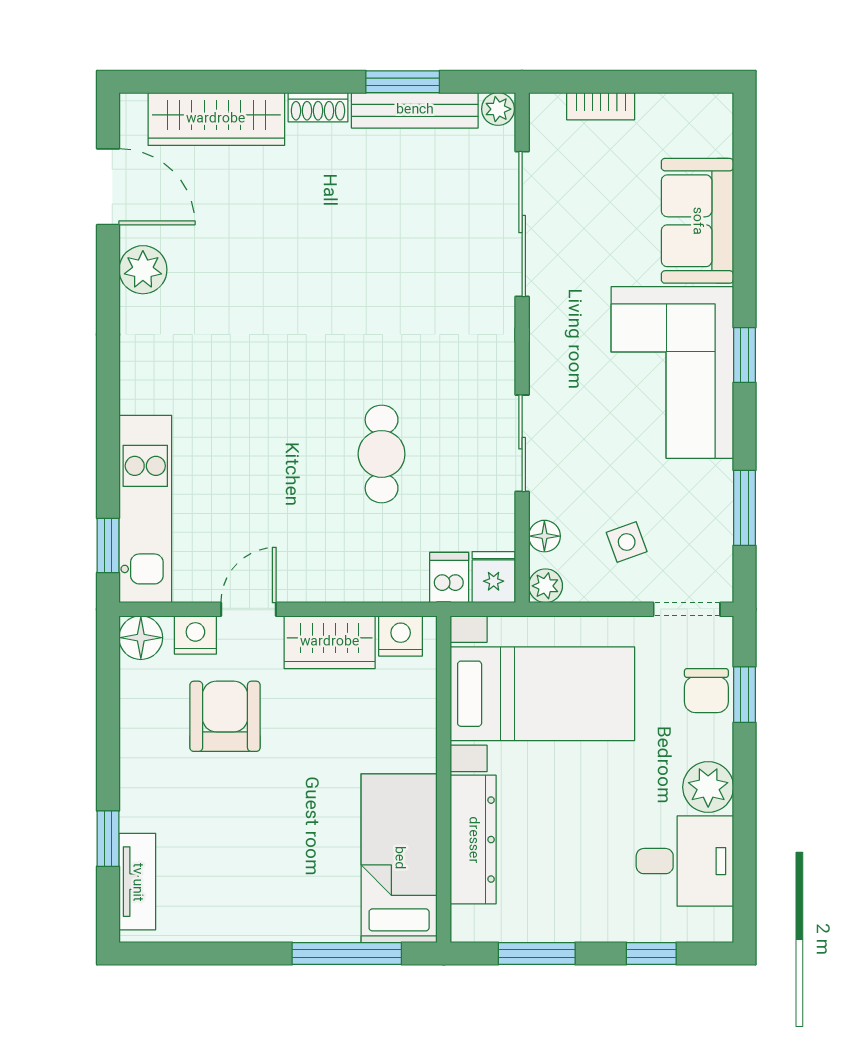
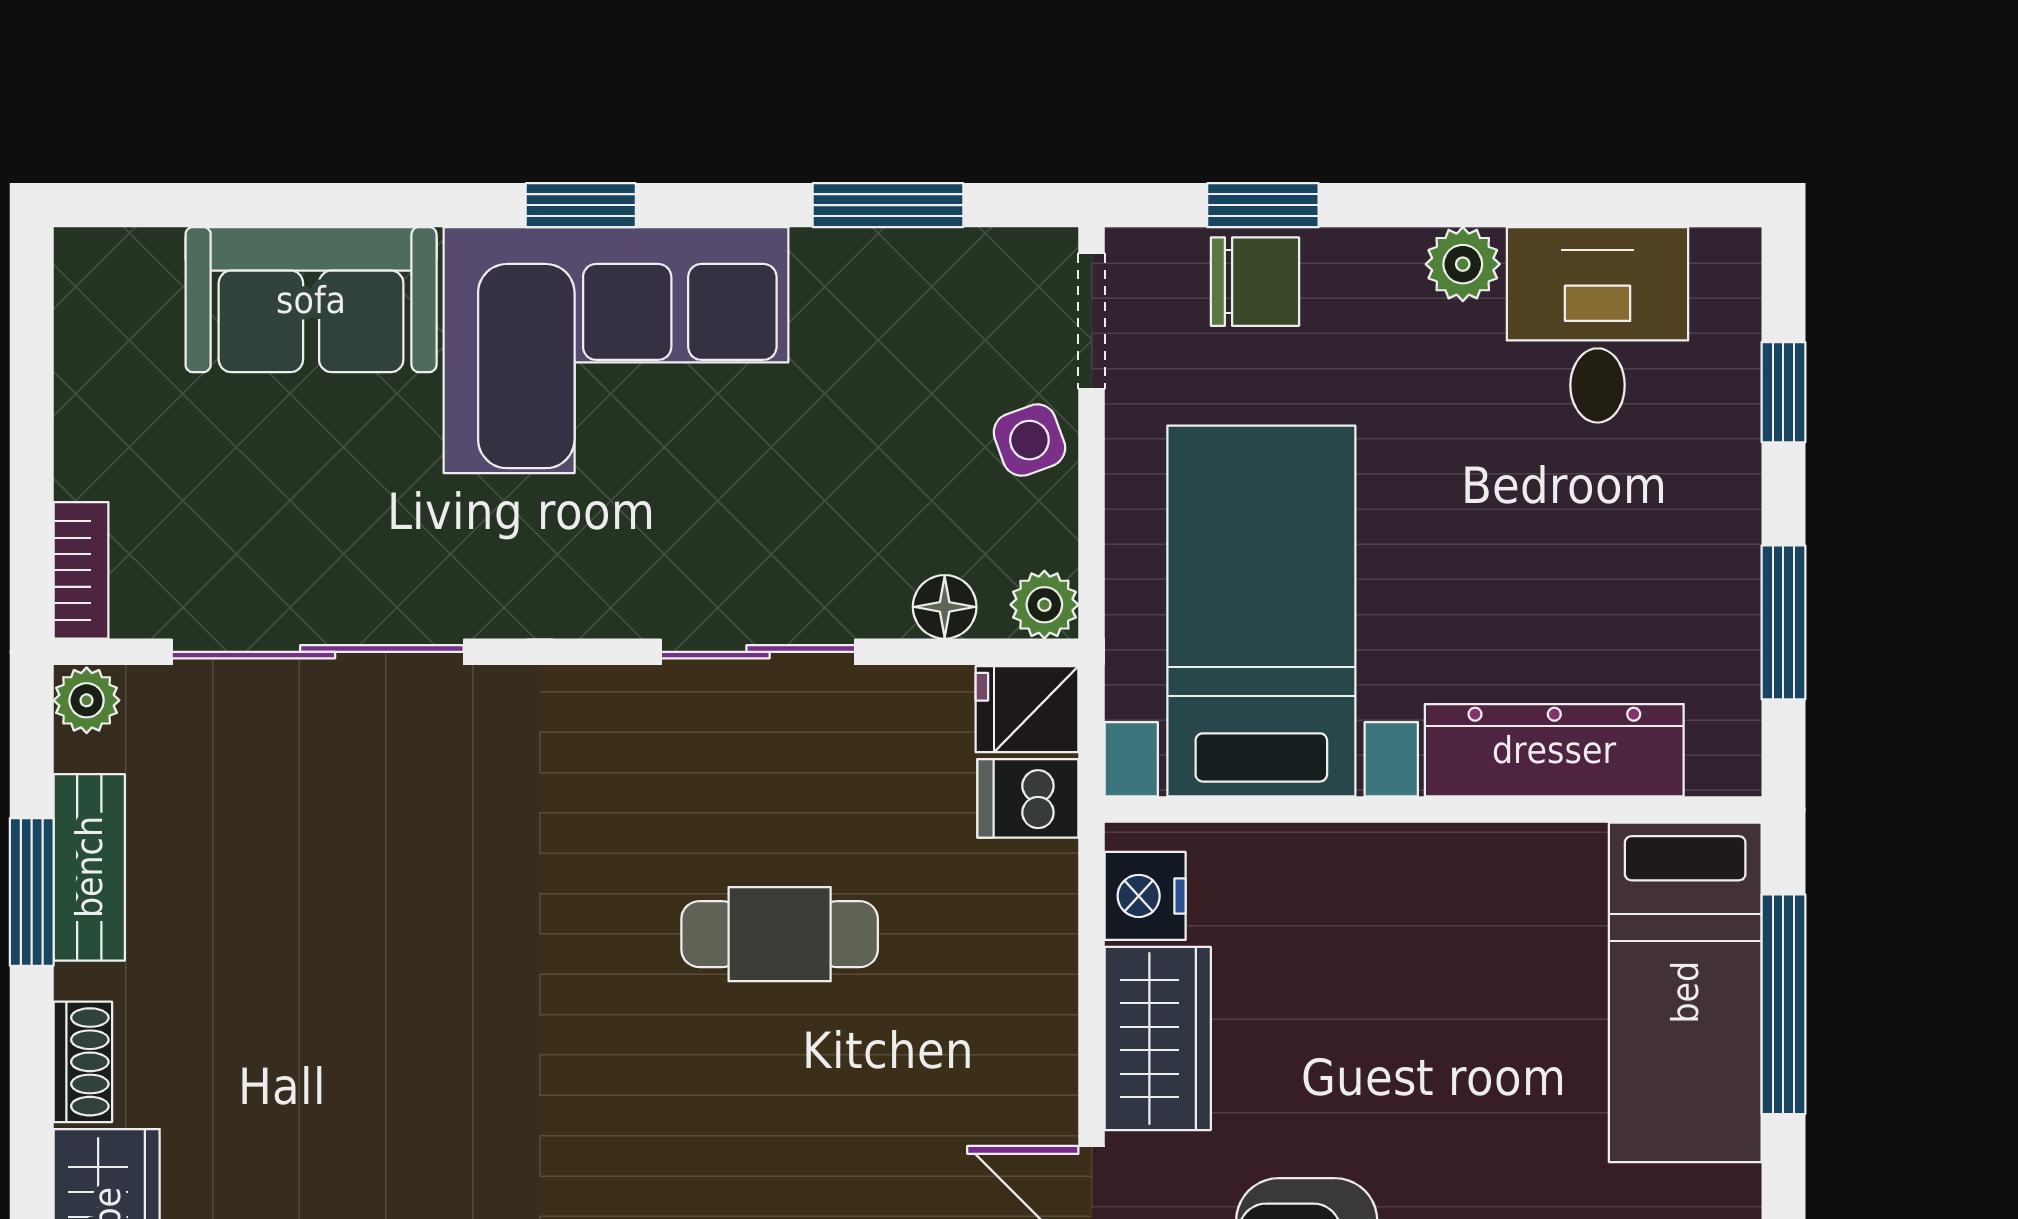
bookcase: (601, 106) -> (81, 570), moved
bench: (415, 110) -> (89, 867), width x0.73
side table: (627, 542) -> (1029, 440), moved
plant: (708, 787) -> (1463, 264), width x0.73, depth x0.73
bed: (399, 858) -> (1685, 992), moved, turned -90

